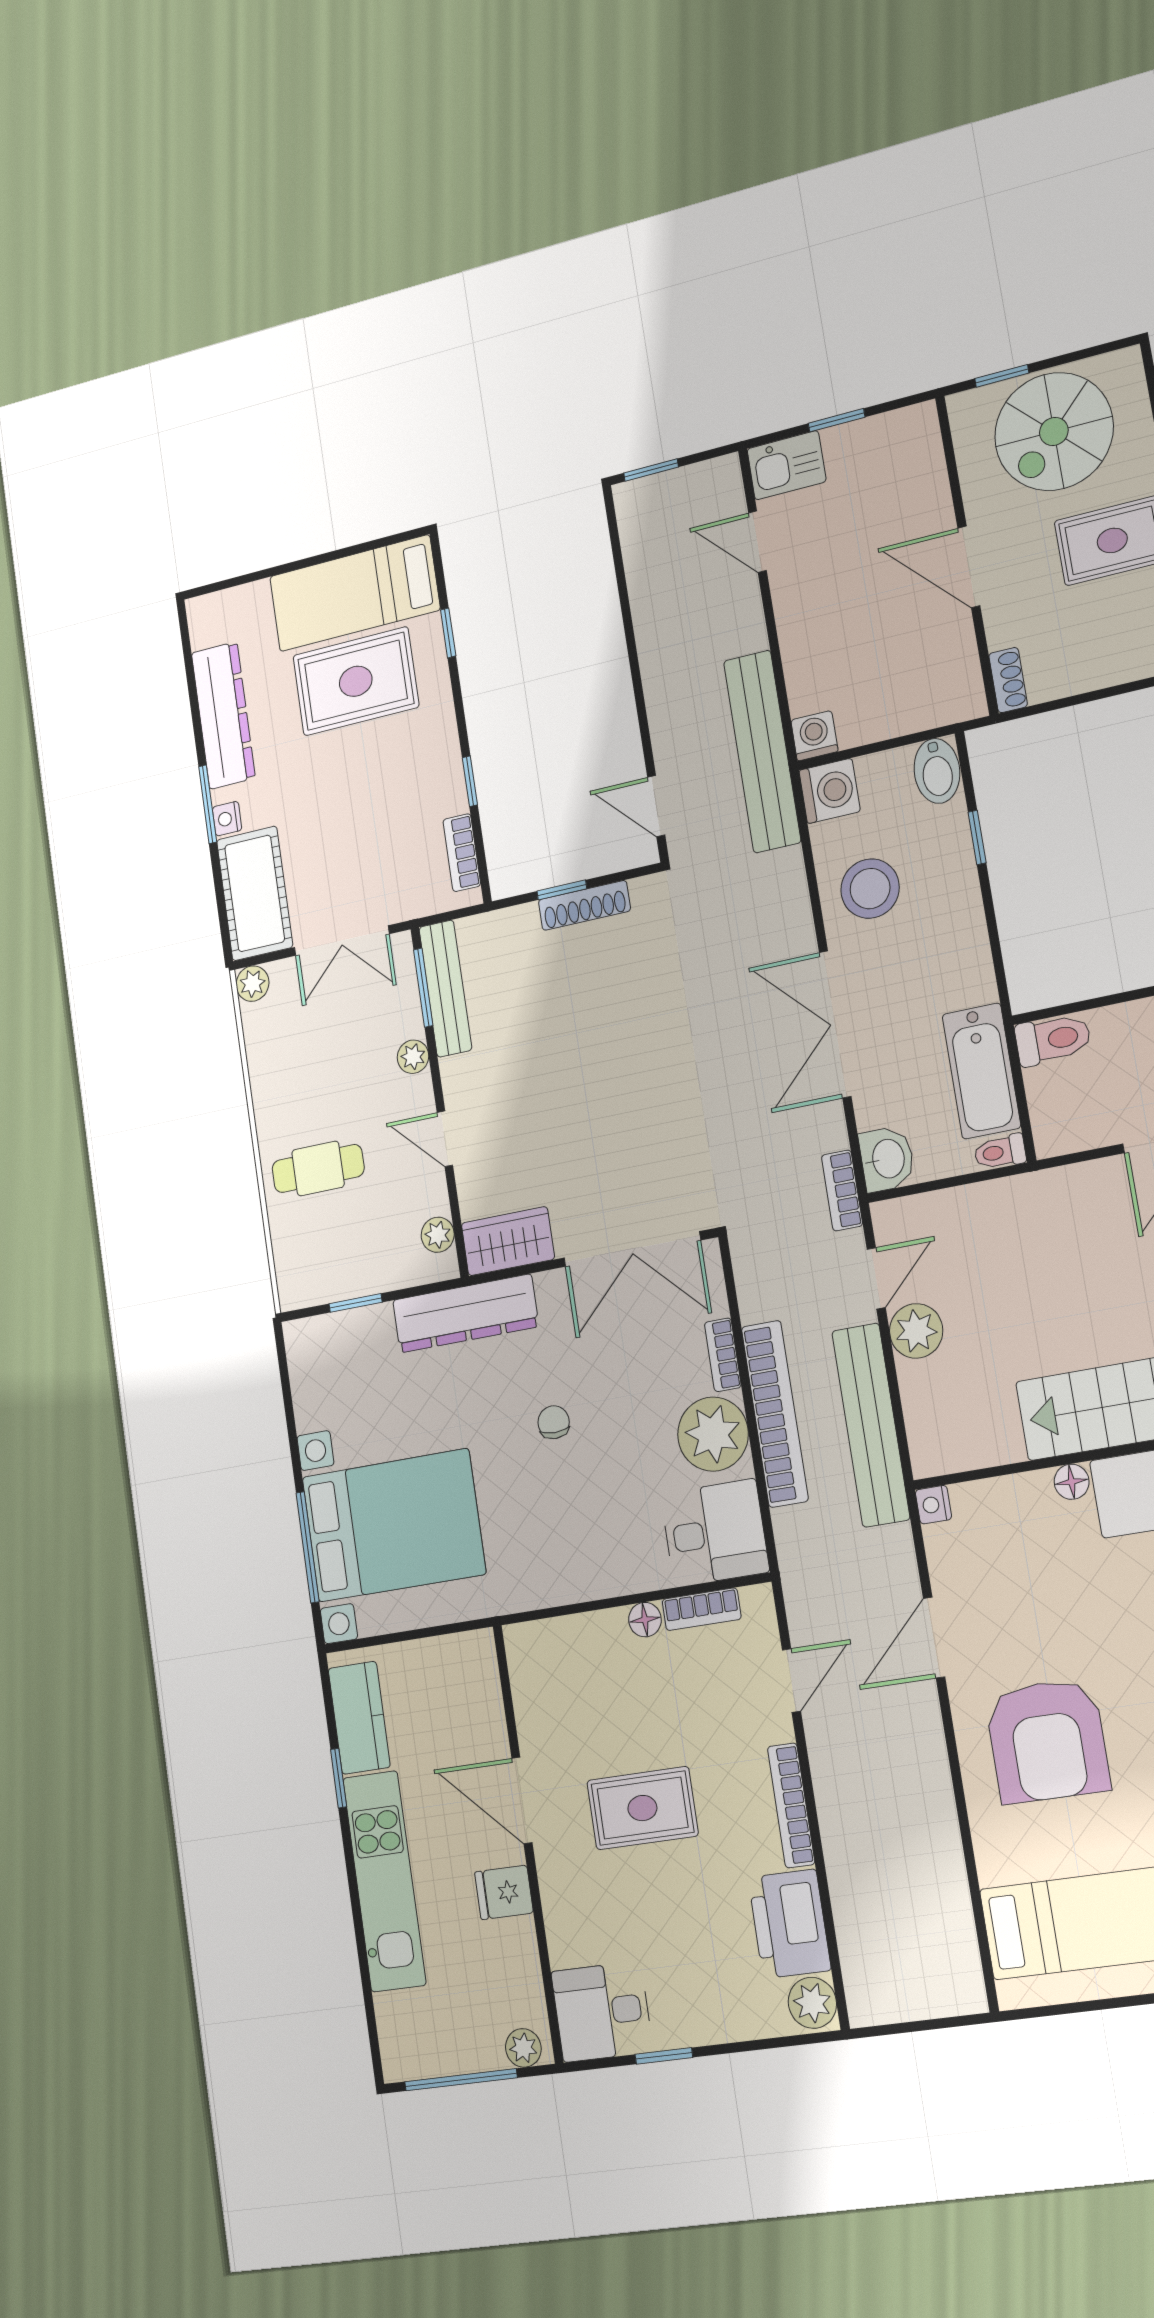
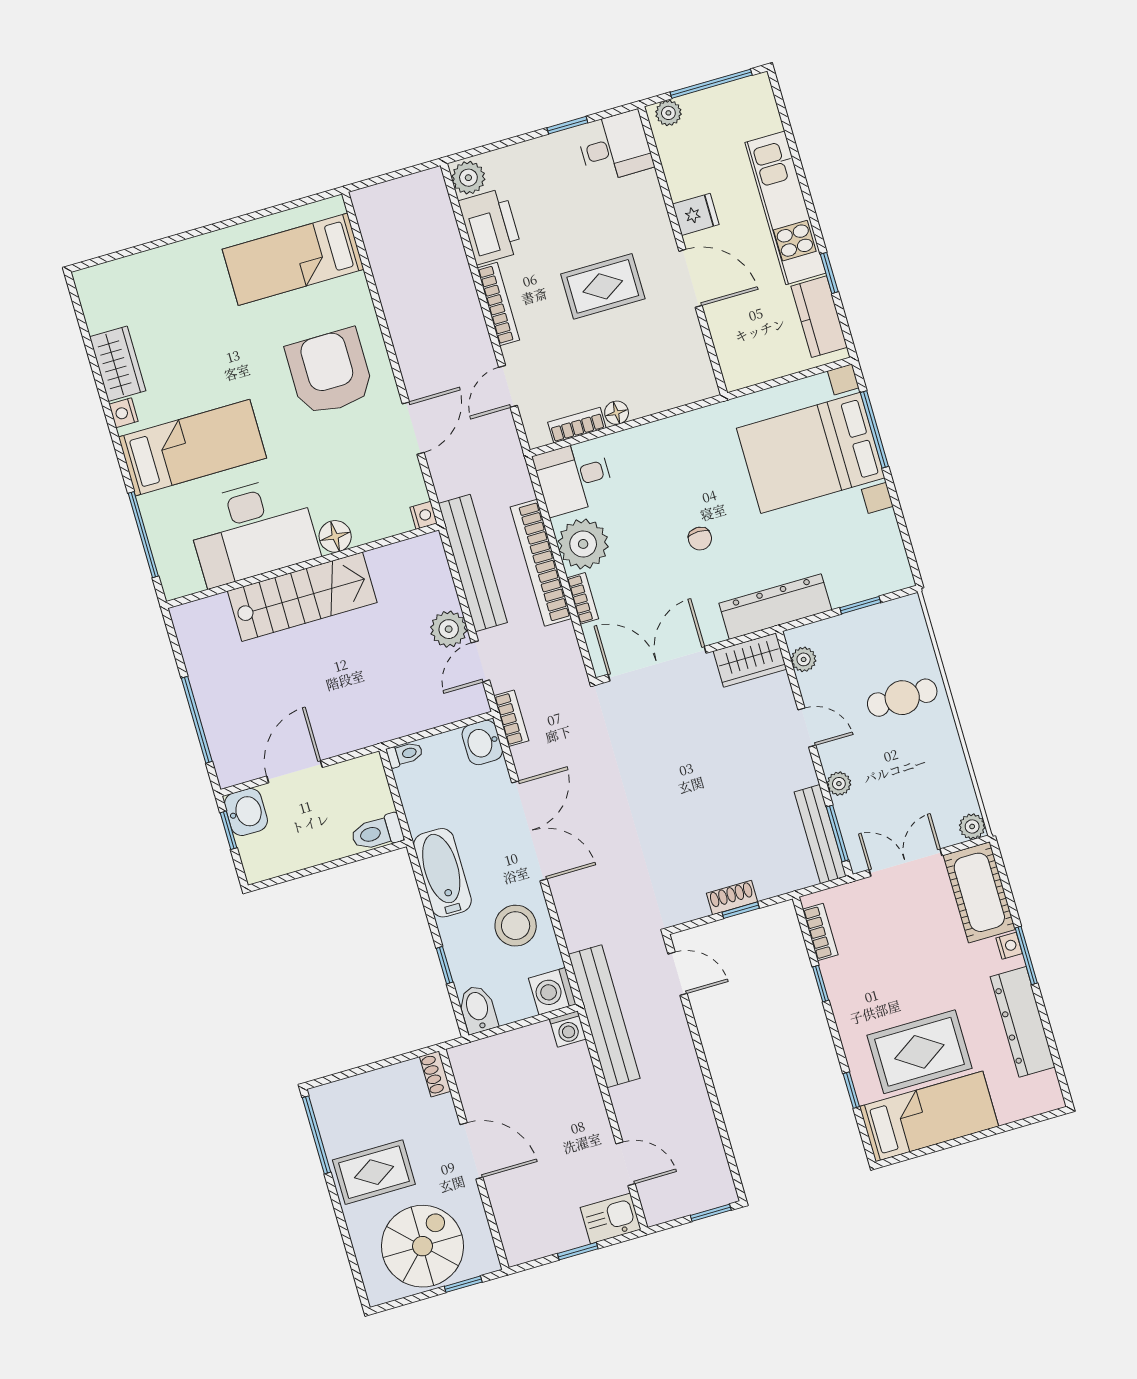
shoe rack: (584, 905) -> (732, 898), width x0.70
bathtub: (981, 1071) -> (442, 873), moved
floor lamp: (1072, 1482) -> (335, 536), width x1.37, depth x1.37

